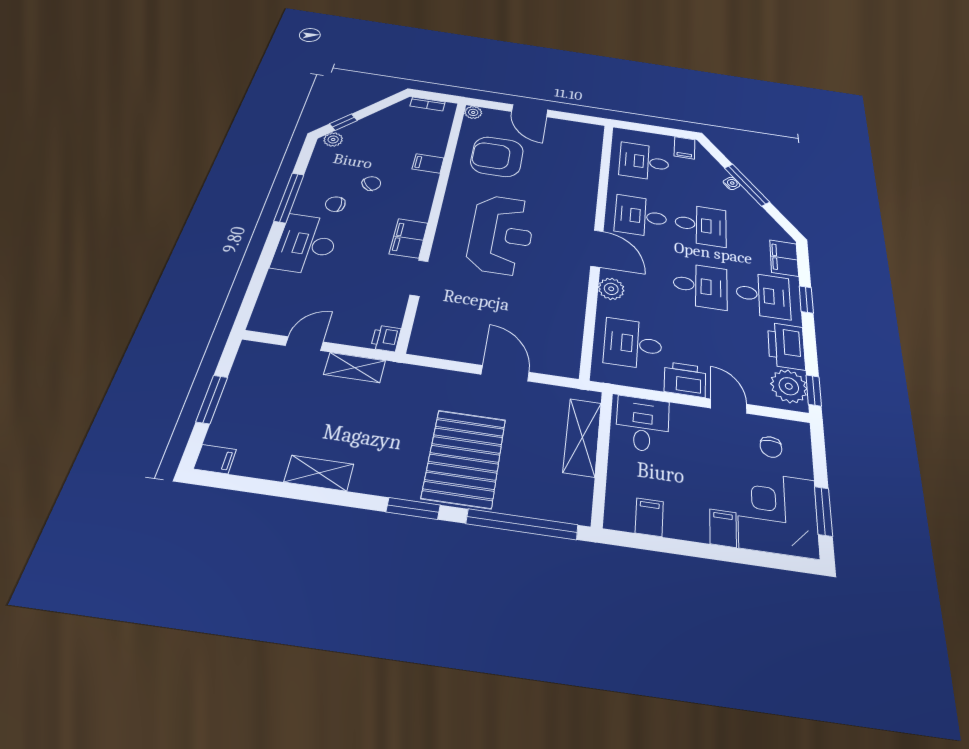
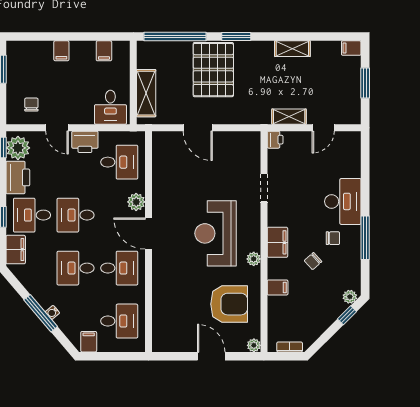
plant: (453, 198) -> (254, 259), added
filing cabinet: (408, 238) -> (277, 242), moved
corner desk: (778, 513) -> (29, 64), removed

